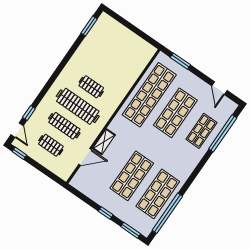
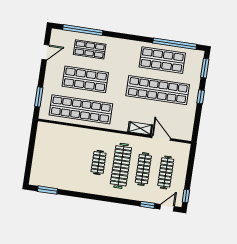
clothes rail: (51, 145) -> (166, 172), width x1.36
shop shelf: (132, 176) -> (158, 90), width x1.40

